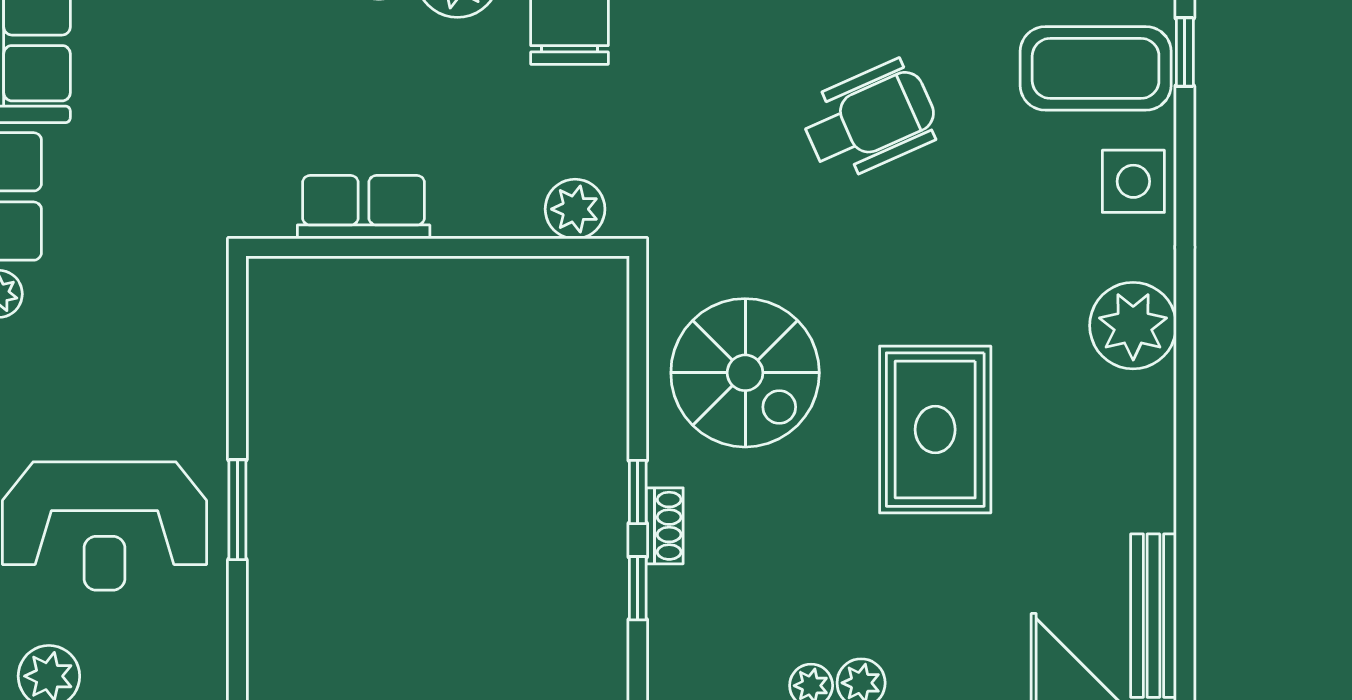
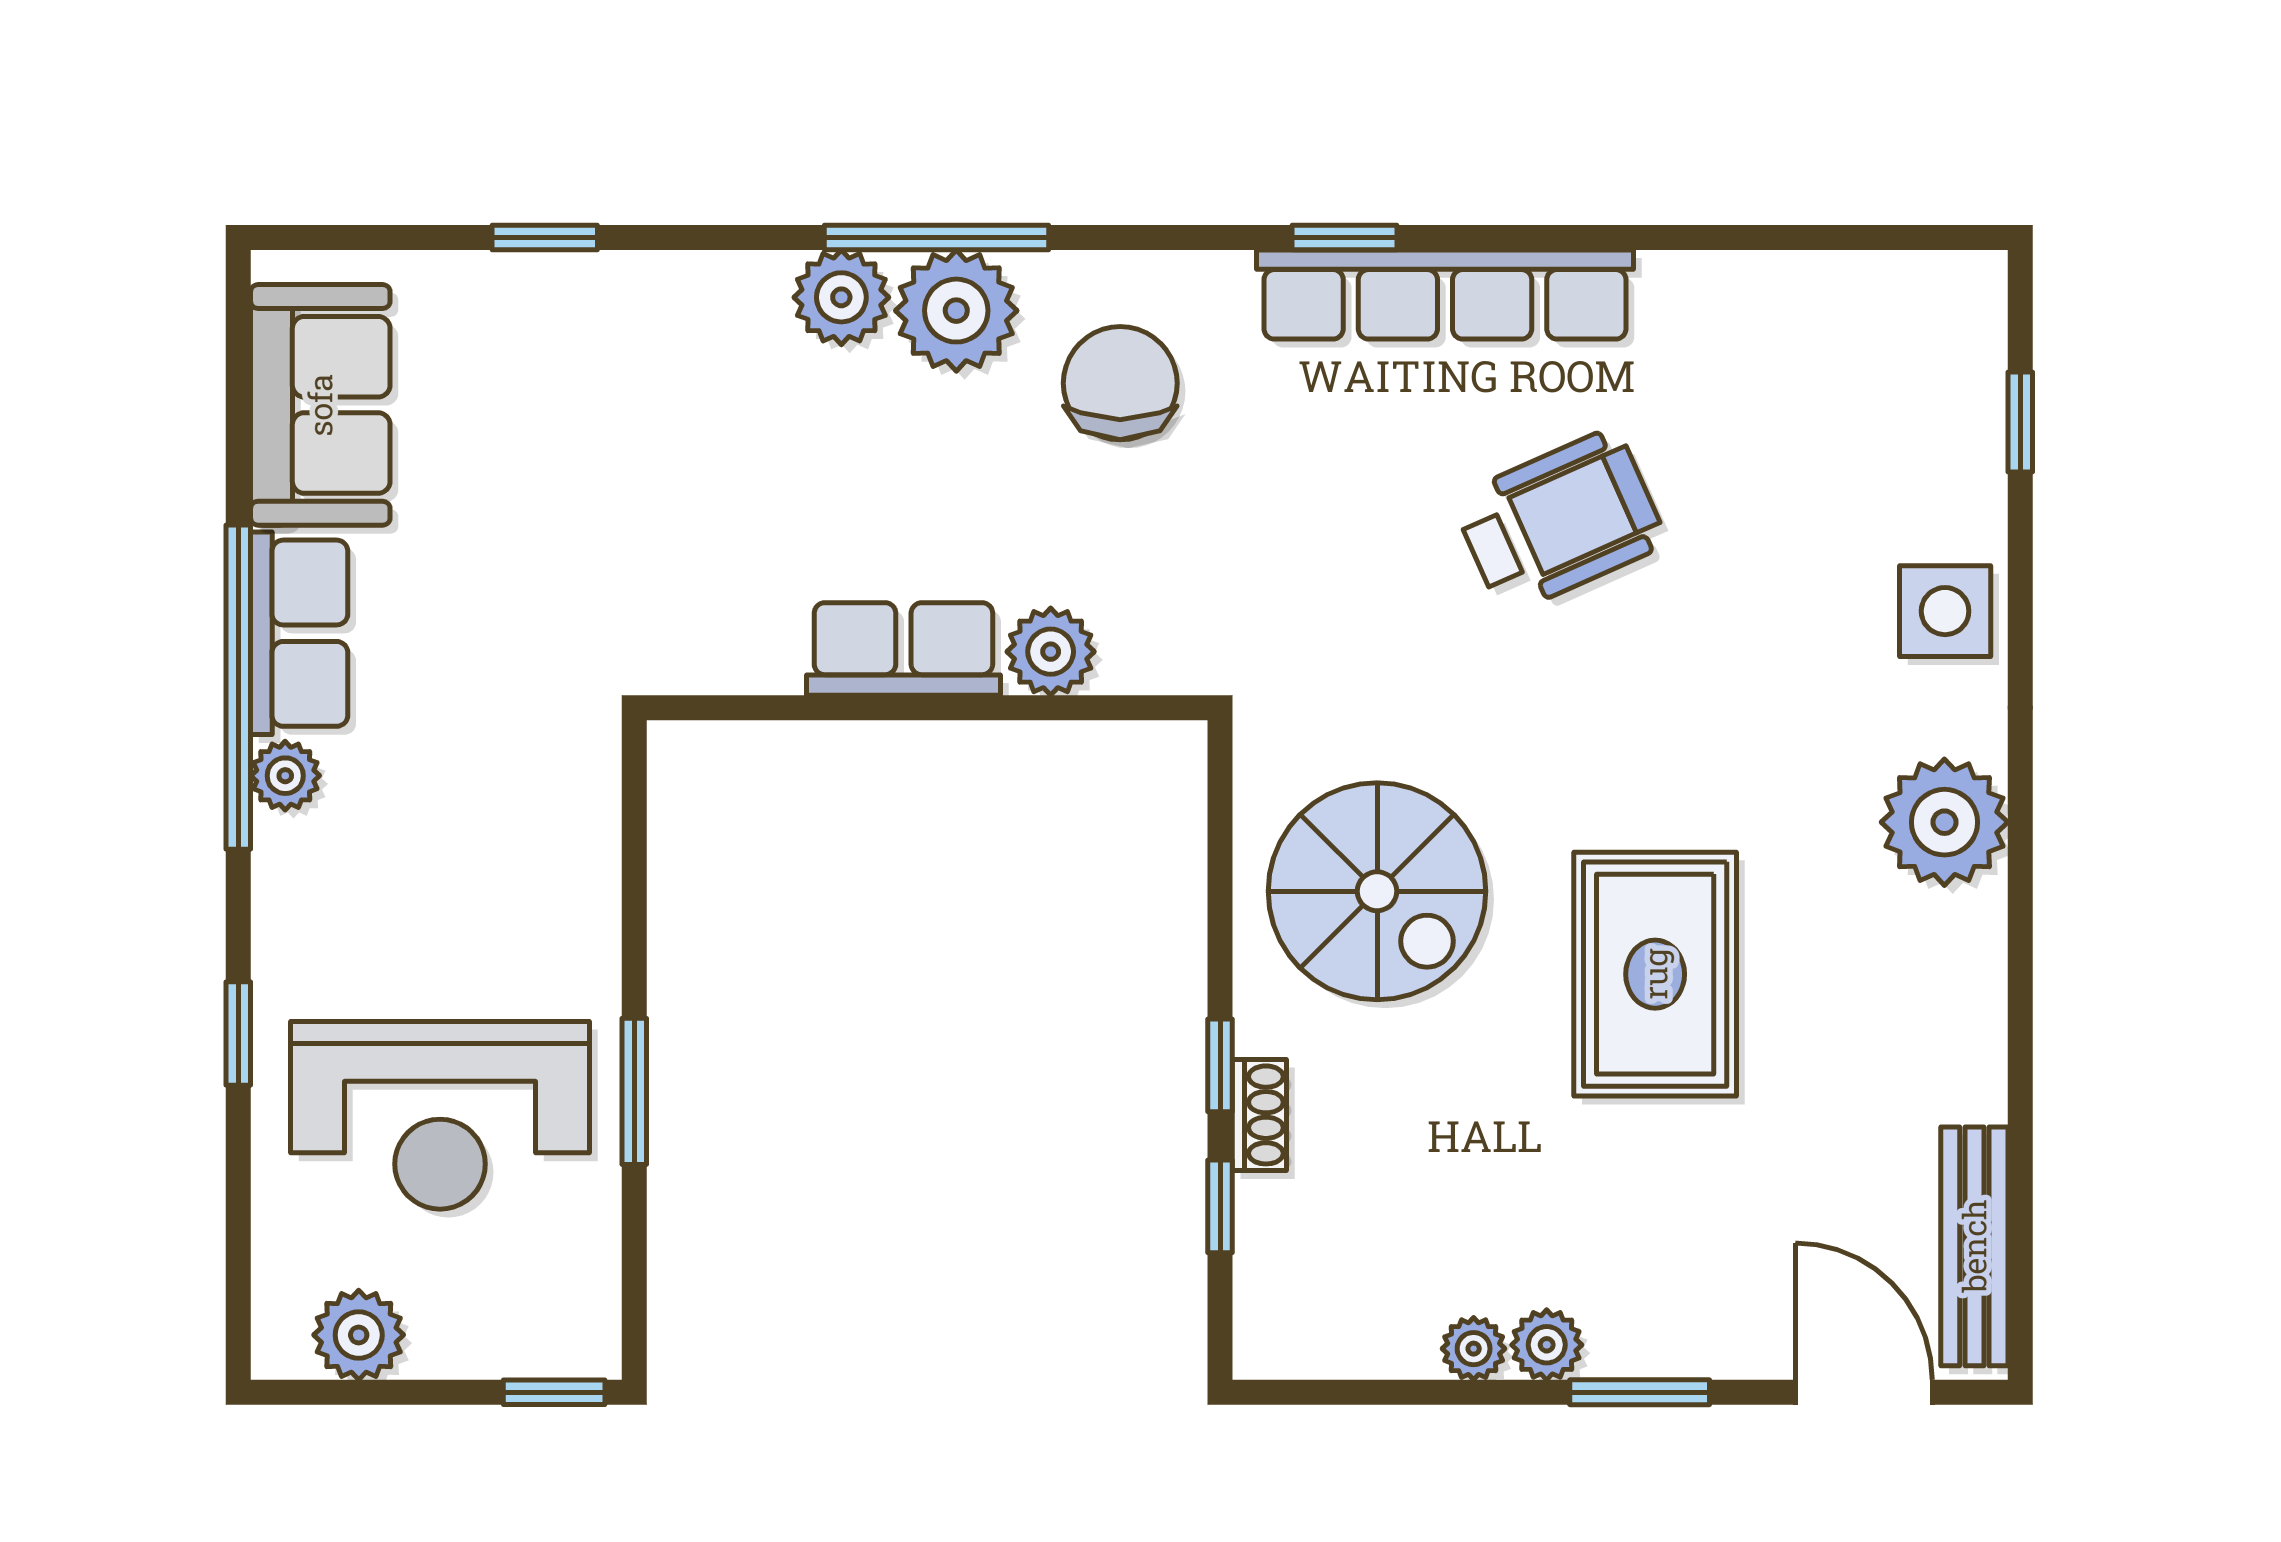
coffee table: (1096, 68) -> (1890, 446), removed
row of seats: (364, 207) -> (903, 649), moved
plant: (575, 209) -> (1051, 652), moved

